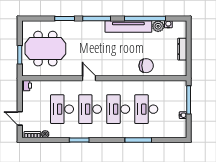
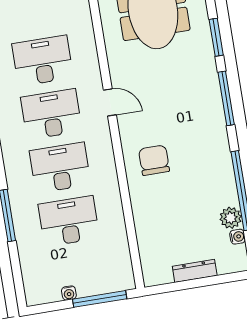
tv unit: (128, 27) -> (221, 161), removed
chair: (146, 66) -> (154, 160), moved, turned 180
door: (89, 78) -> (110, 102), hinge flipped

